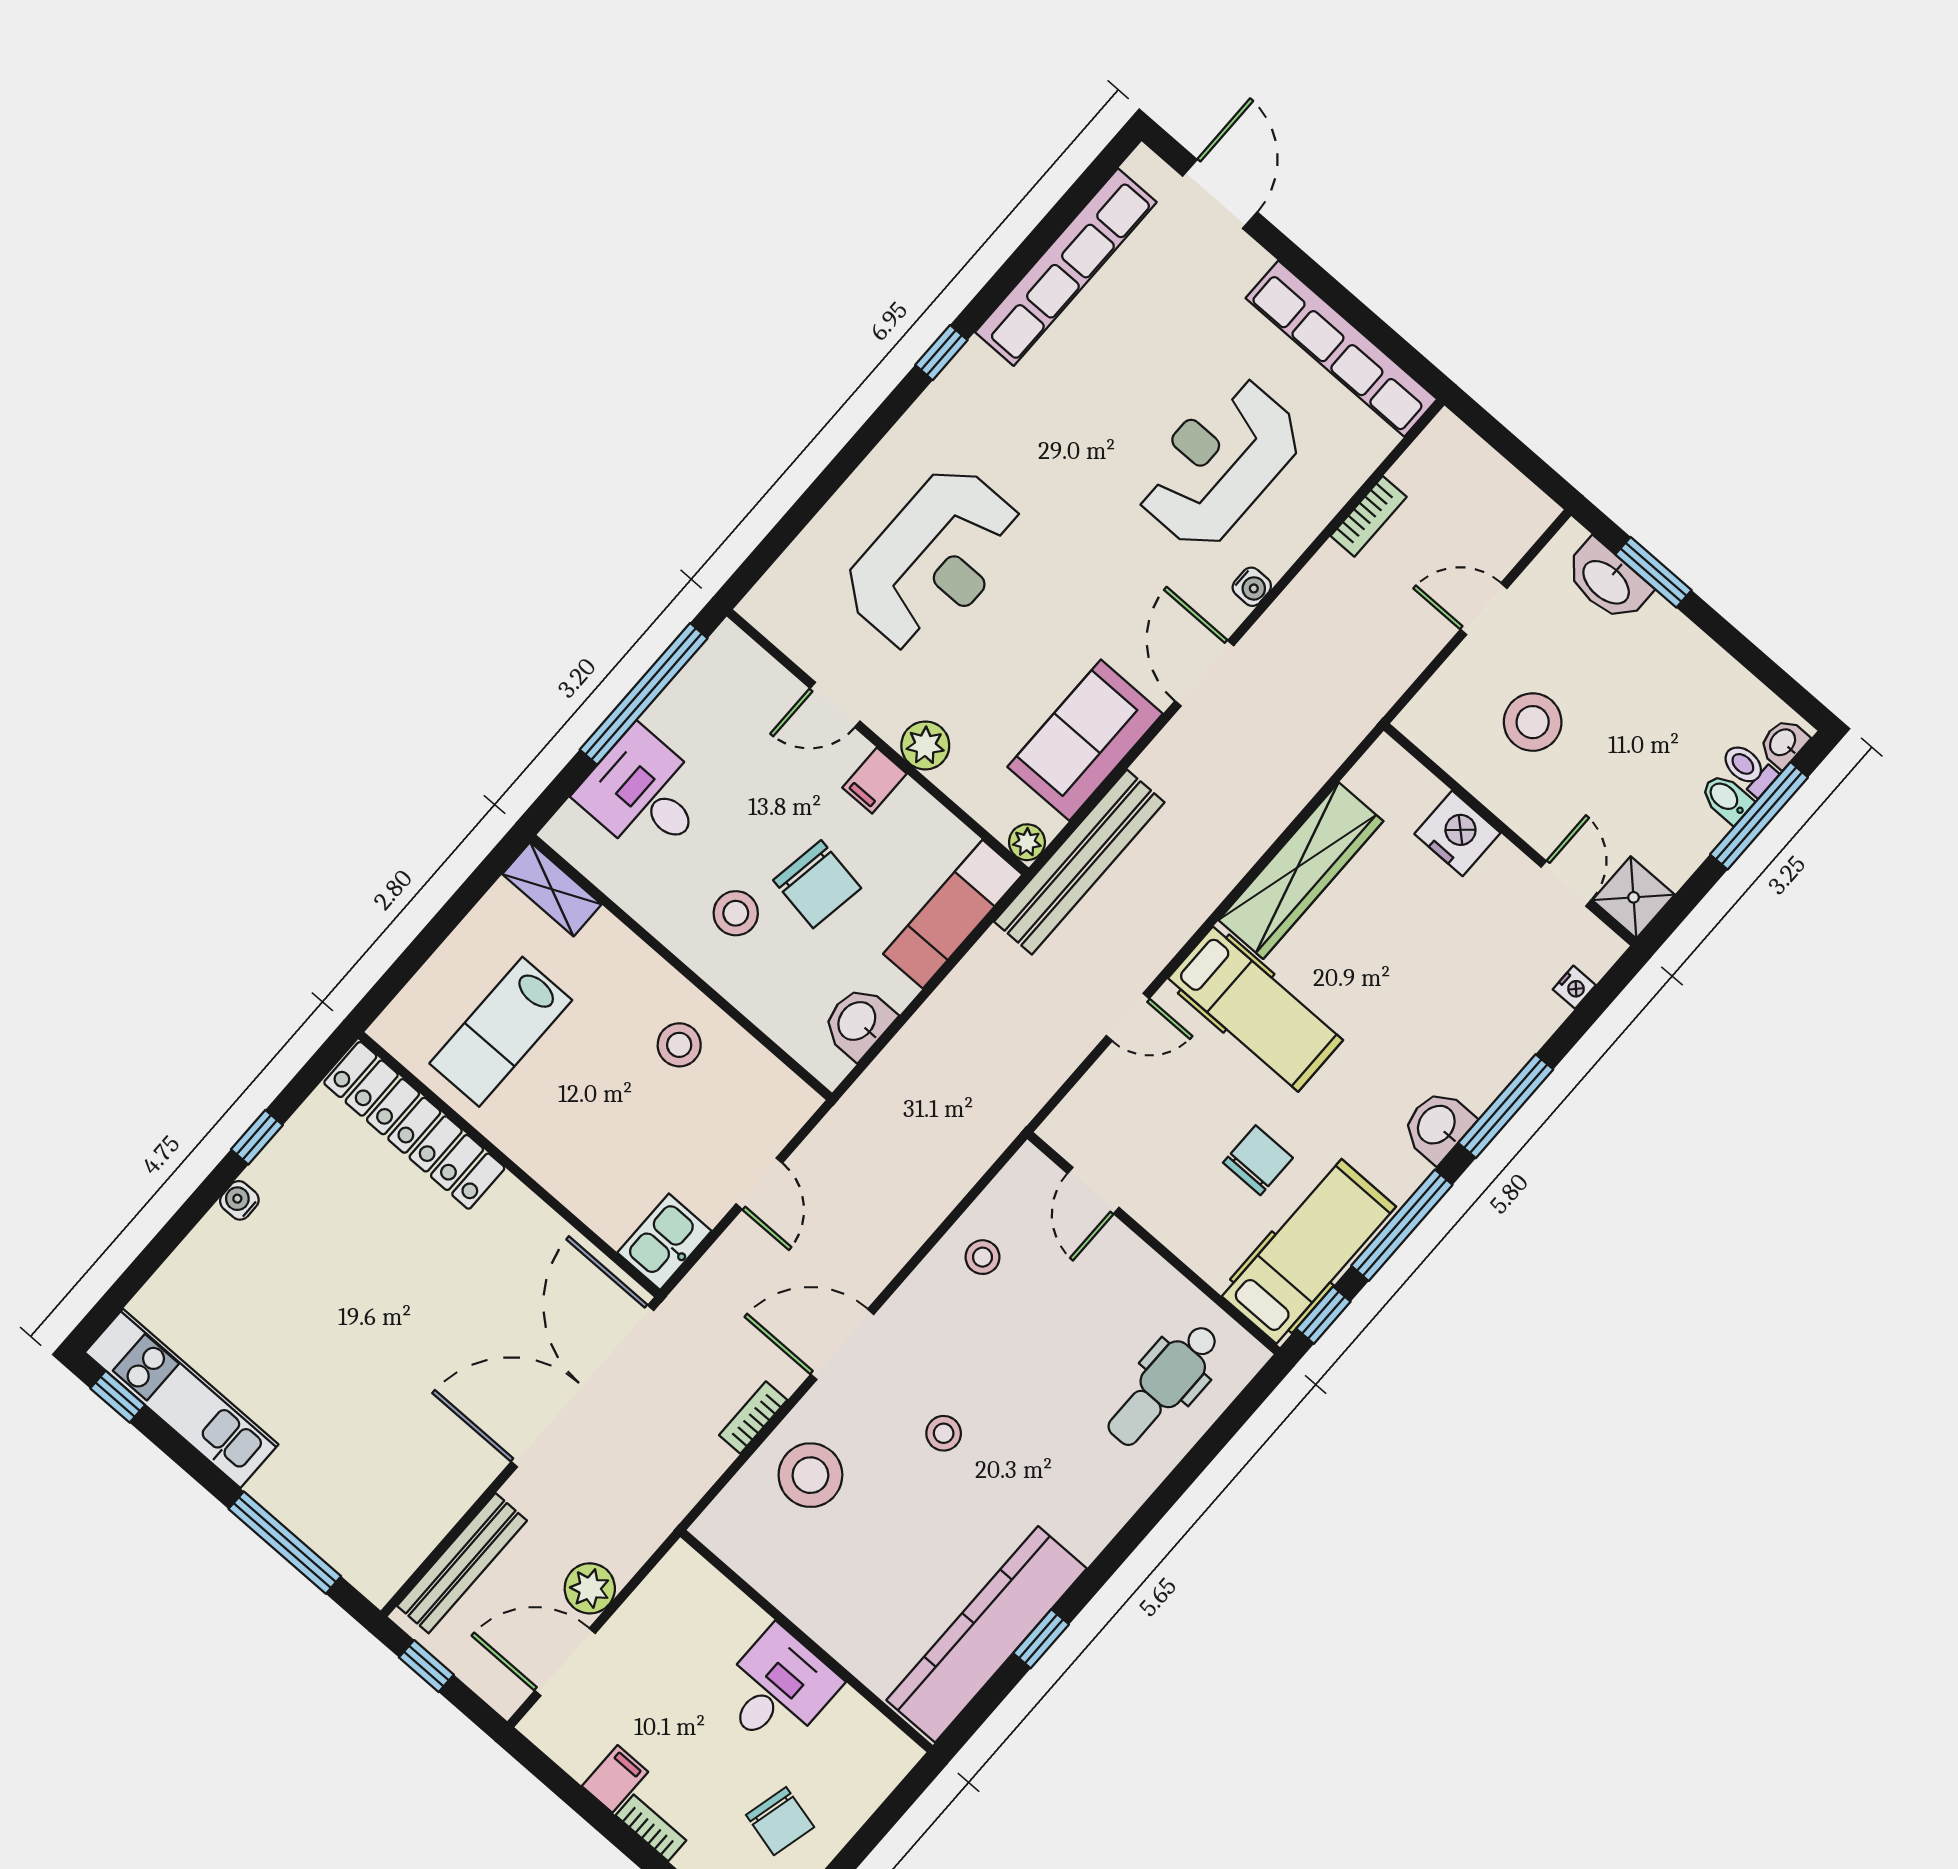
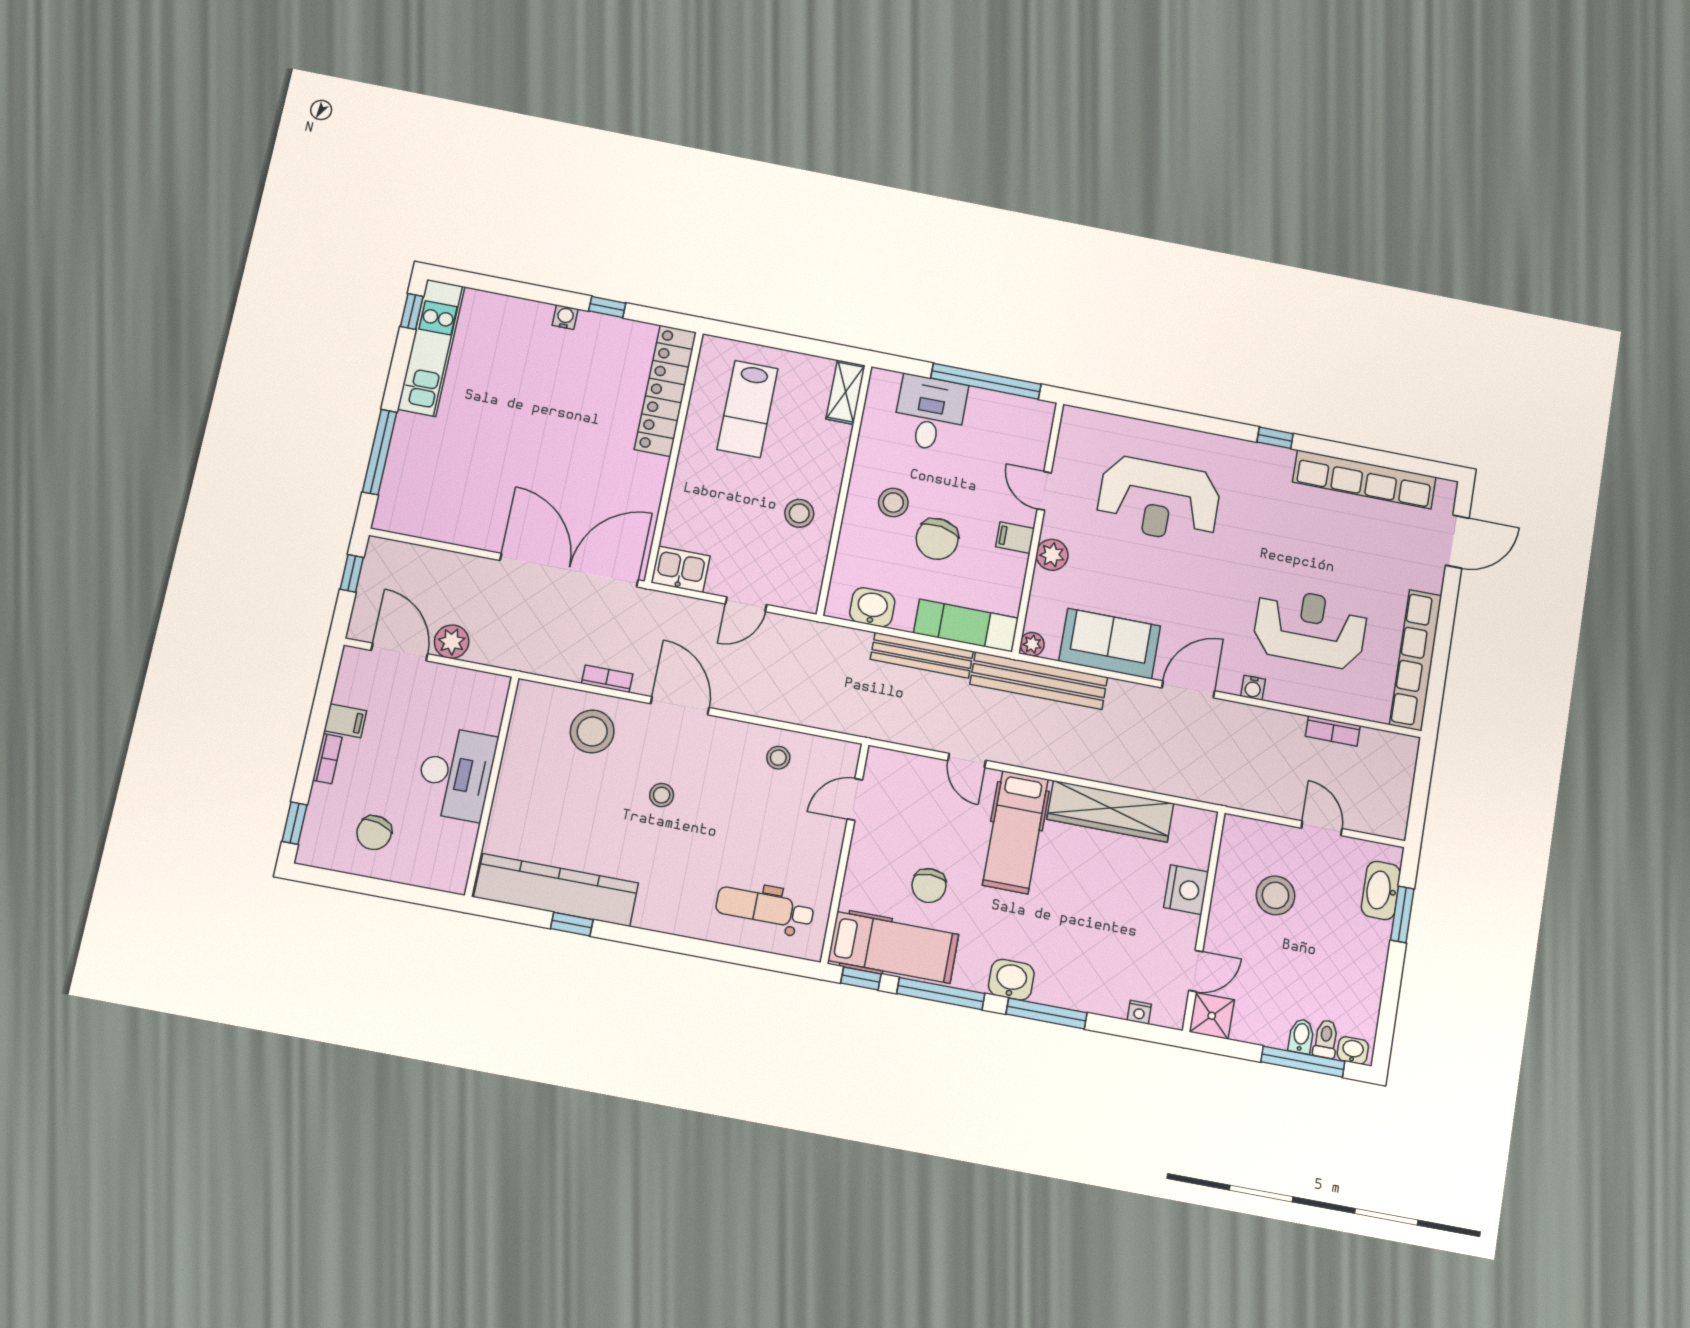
lab bench: (501, 1032) -> (748, 409), turned -90
chair: (1258, 1160) -> (929, 886), turned 90
bench: (462, 1563) -> (922, 655), moved
desk: (777, 1689) -> (456, 774), width x1.37

